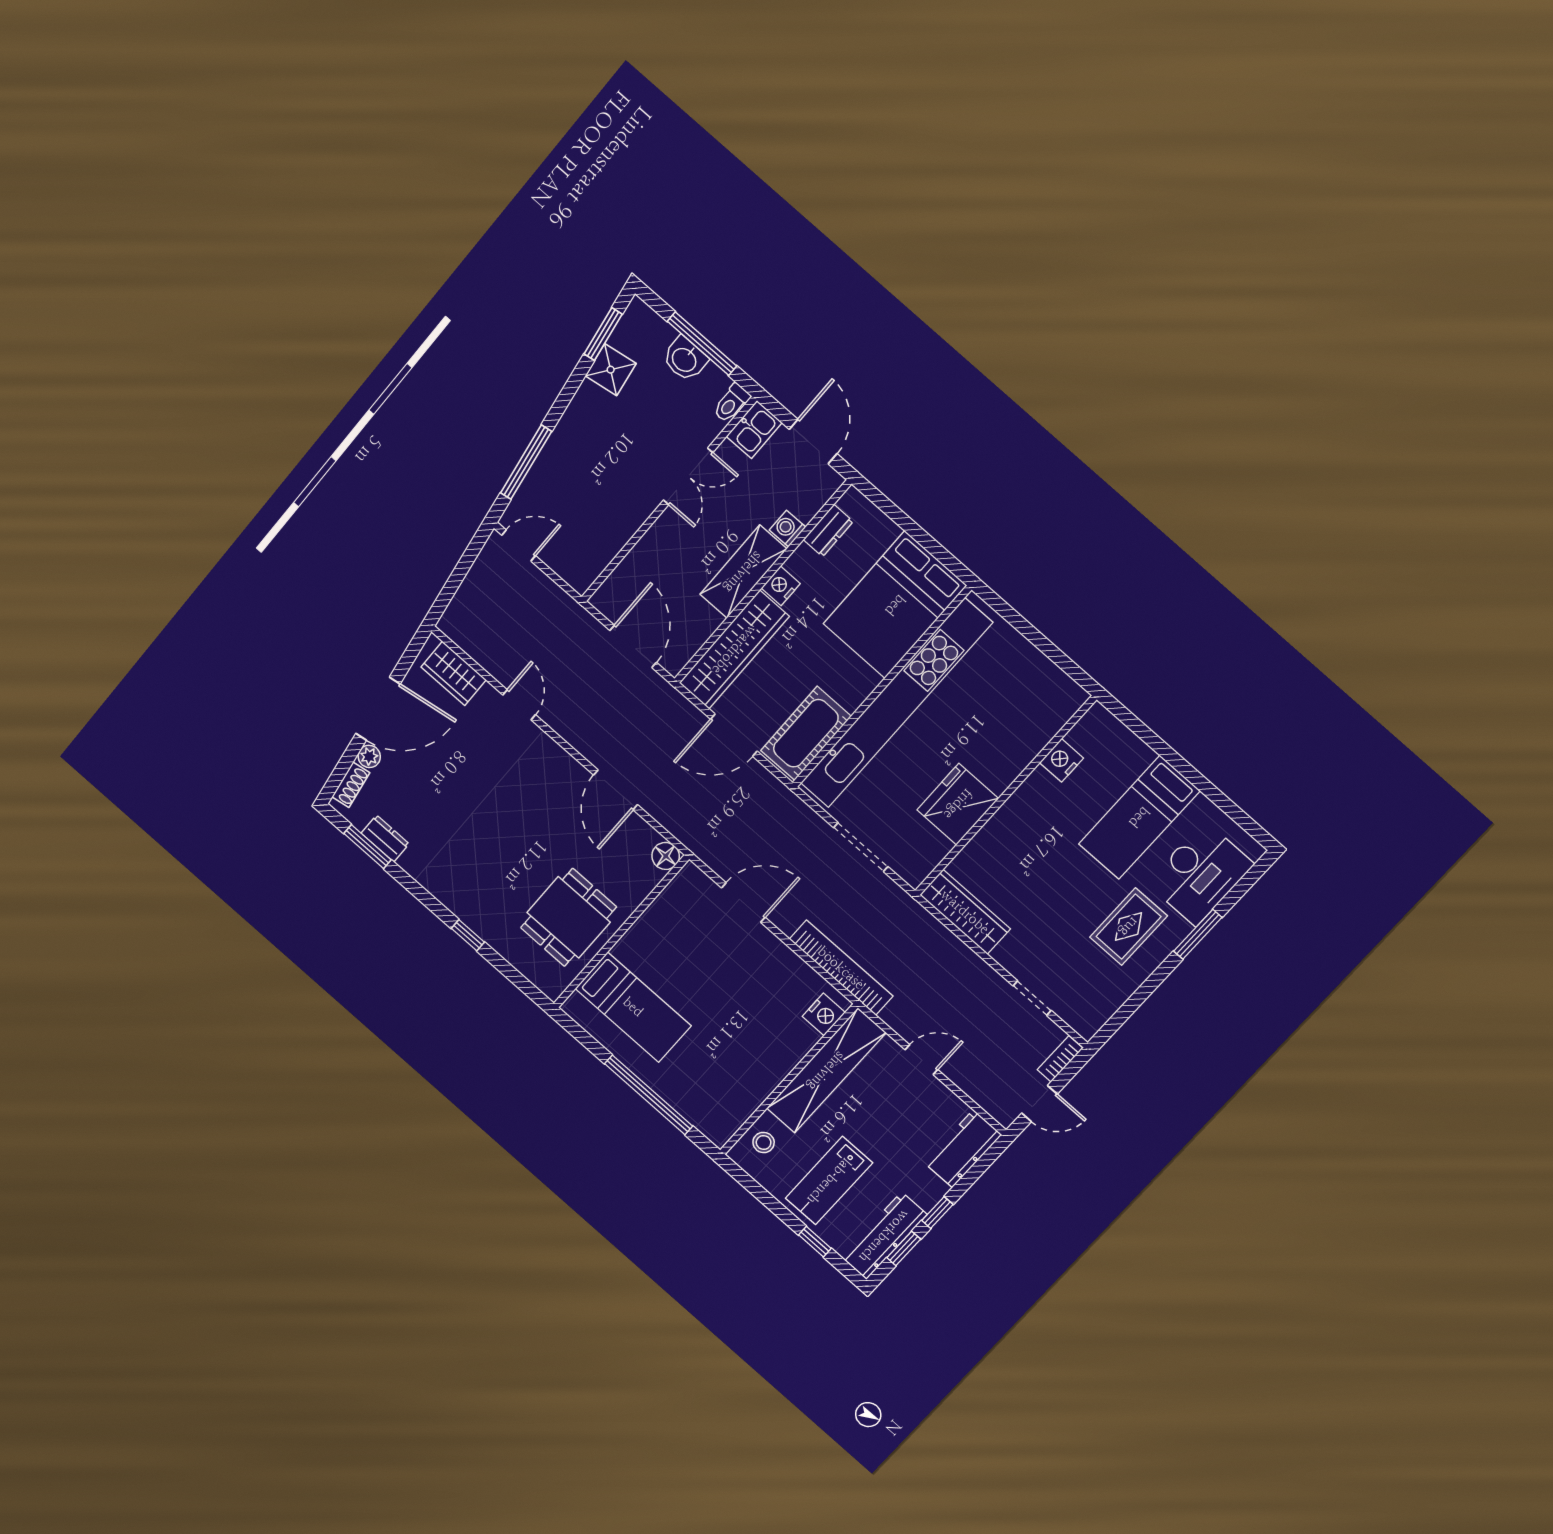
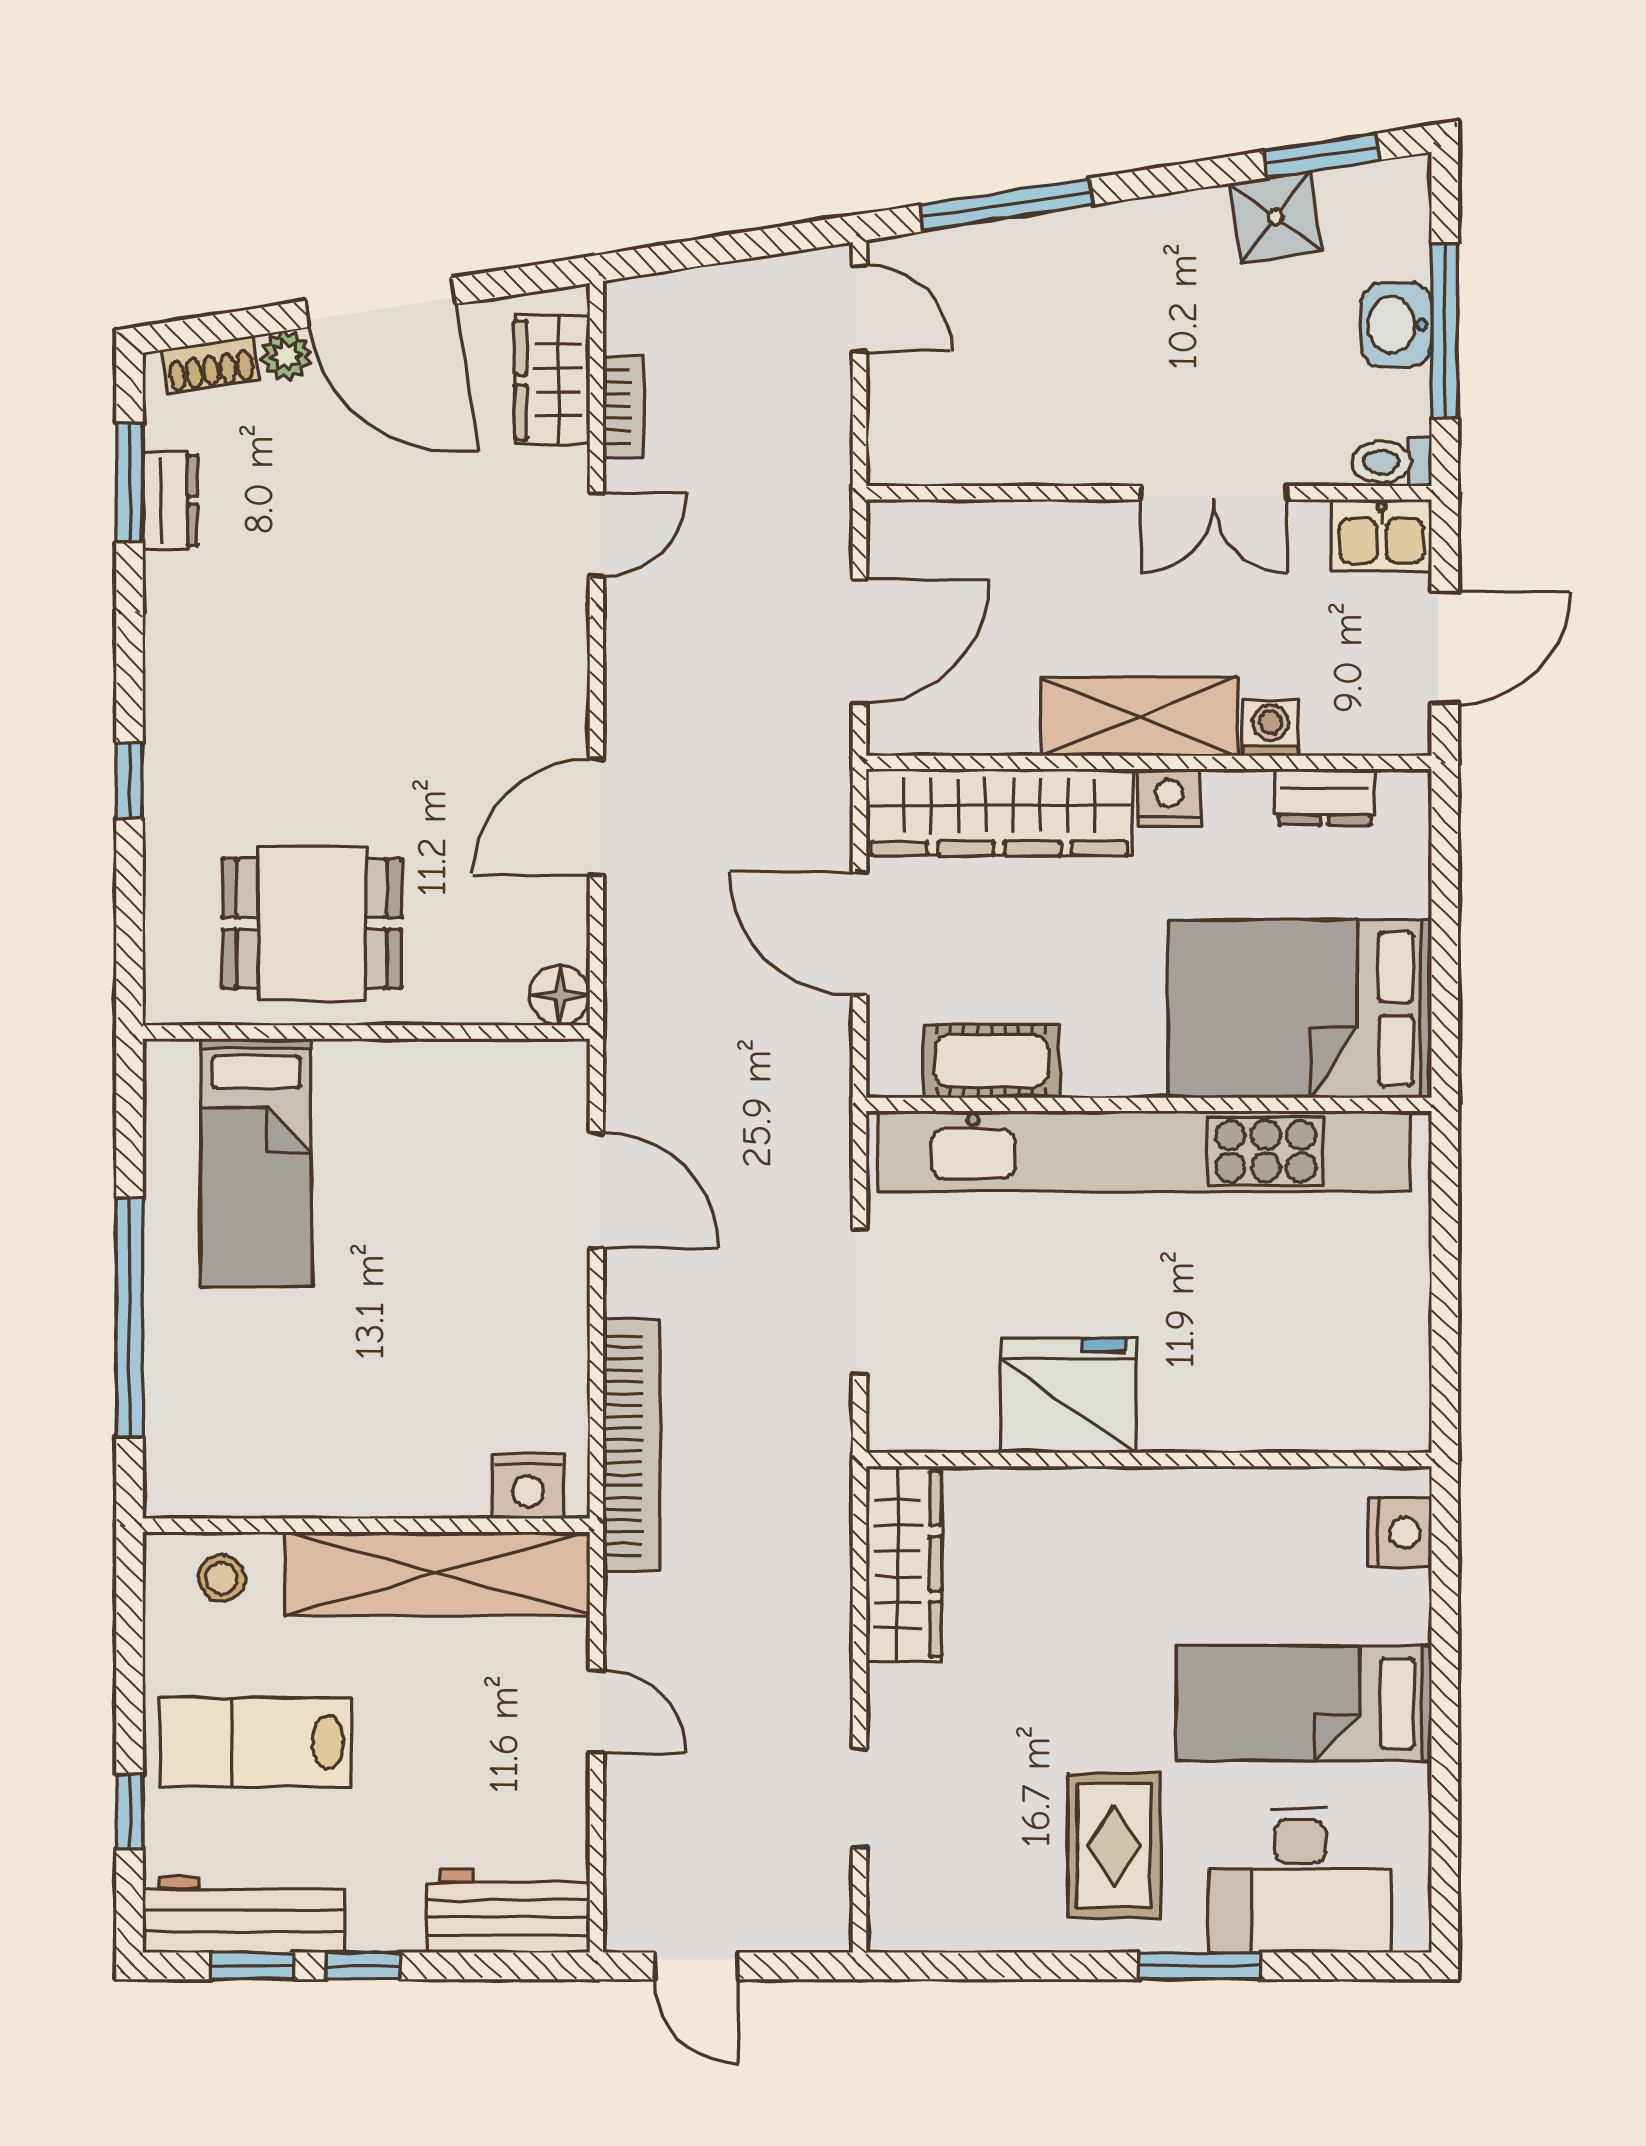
cot: (806, 733) -> (991, 1061), width x0.73, depth x0.75
nightstand: (1061, 760) -> (1400, 1532), moved, turned 90
rug: (1129, 927) -> (1114, 1846), turned 90
bookcase: (1060, 1059) -> (623, 406), moved, turned 90

